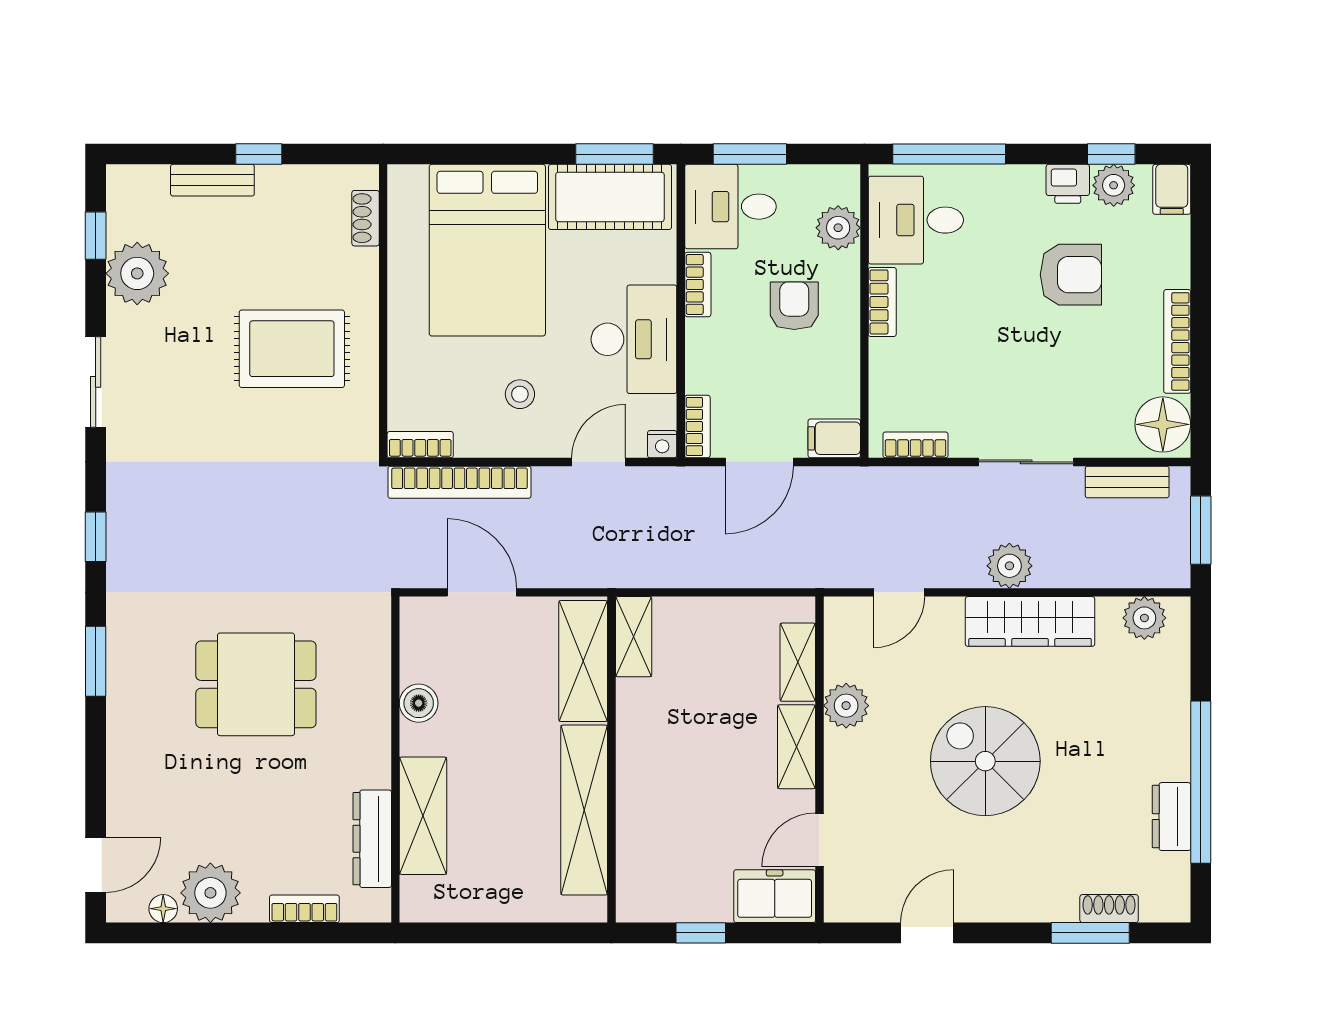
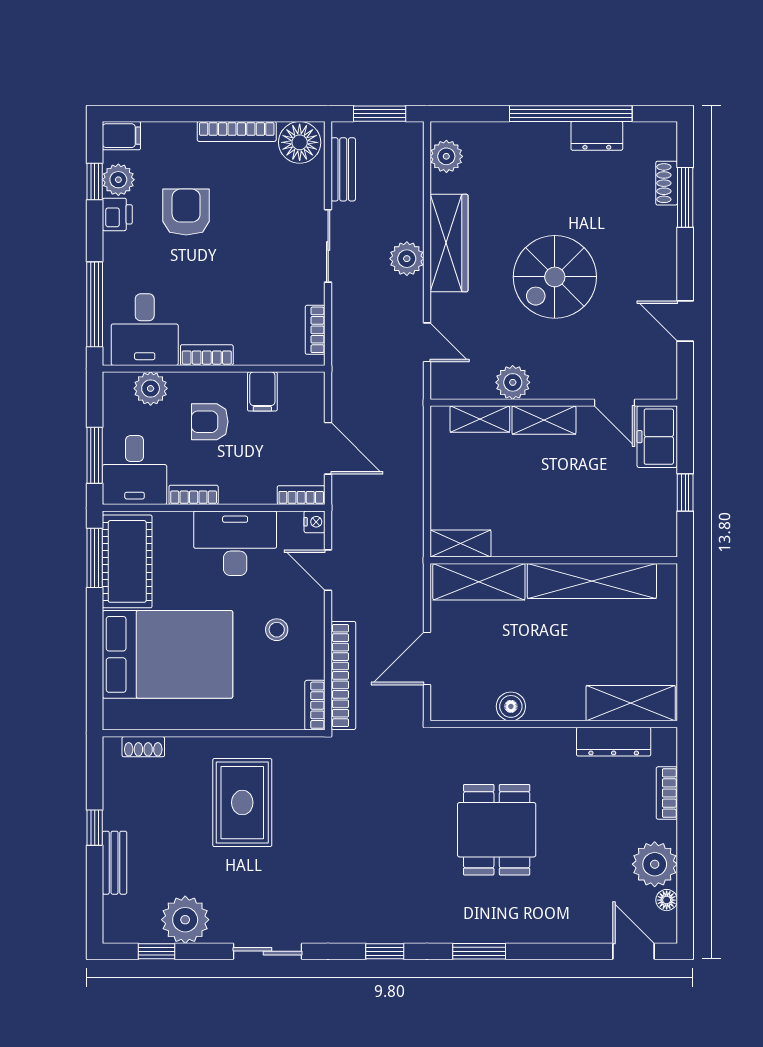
filing cabinet: (834, 438) -> (262, 391), moved
shelving: (423, 816) -> (631, 703), moved

